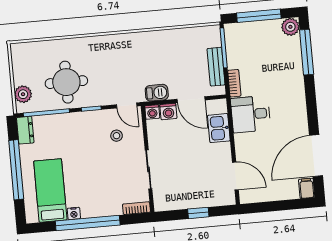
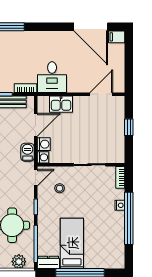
bed: (50, 190) -> (72, 243), moved, turned 90
nightstand: (74, 213) -> (120, 205), moved

